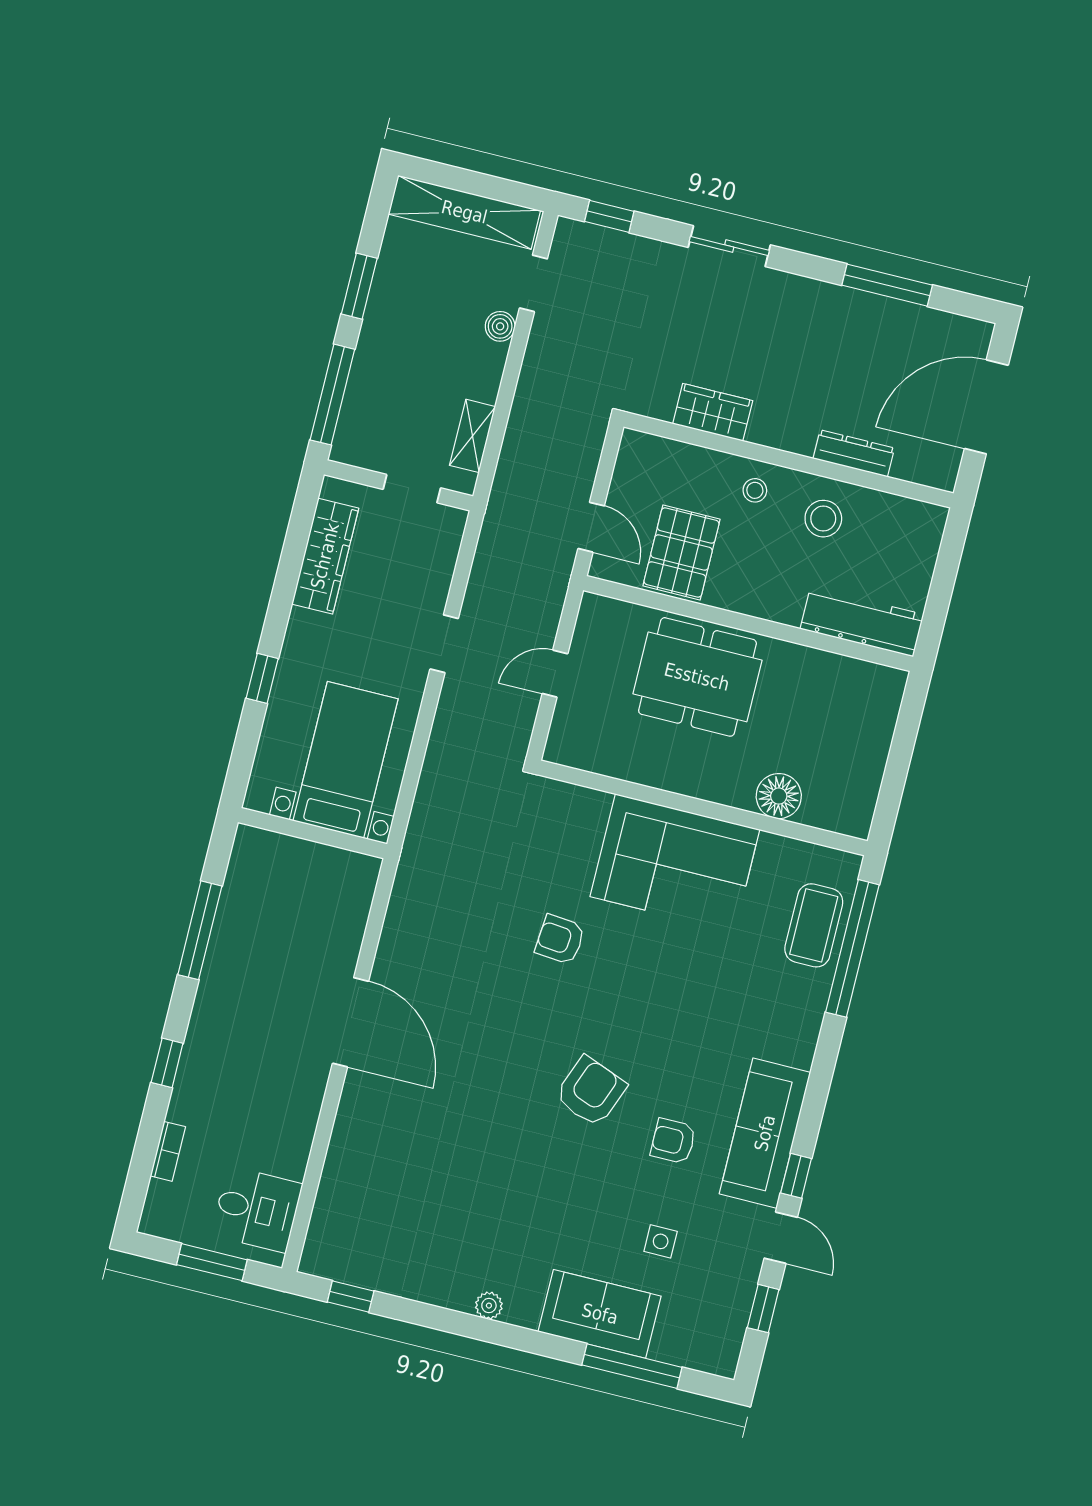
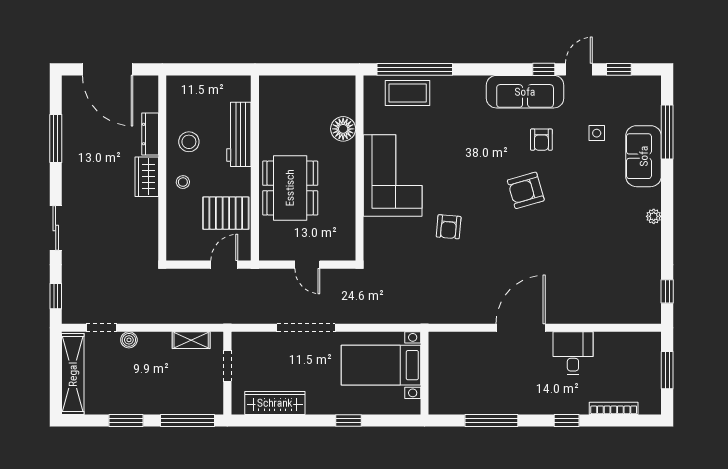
wardrobe: (713, 412) -> (147, 177), moved
workbench: (862, 622) -> (239, 134), moved
doorway: (444, 644) -> (306, 328), width x1.88
armchair: (591, 1091) -> (526, 190), turned -37
bookcase: (168, 1151) -> (614, 408), width x1.56
desk: (257, 1209) -> (573, 353), moved

